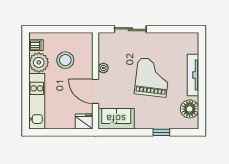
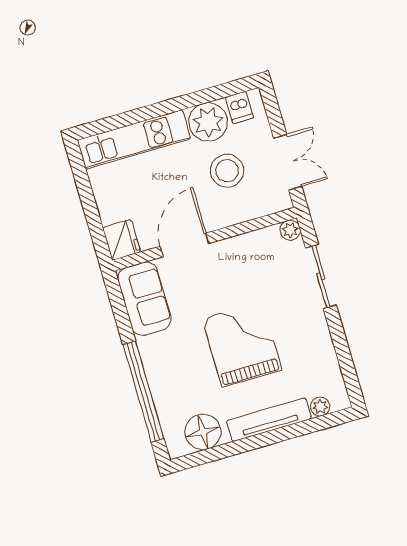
double door: (70, 29) -> (288, 162), added
plant: (194, 48) -> (320, 407), added
plant: (103, 68) -> (290, 230), moved
grand piano: (152, 77) -> (242, 344), turned -97
window: (161, 132) -> (143, 392), width x3.17

